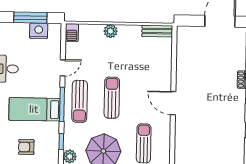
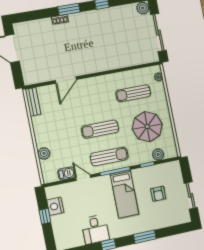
window: (30, 18) -> (45, 216), width x0.46
plant: (111, 31) -> (44, 153), moved
barbecue: (72, 33) -> (66, 173), moved
door: (173, 103) -> (66, 80), moved

